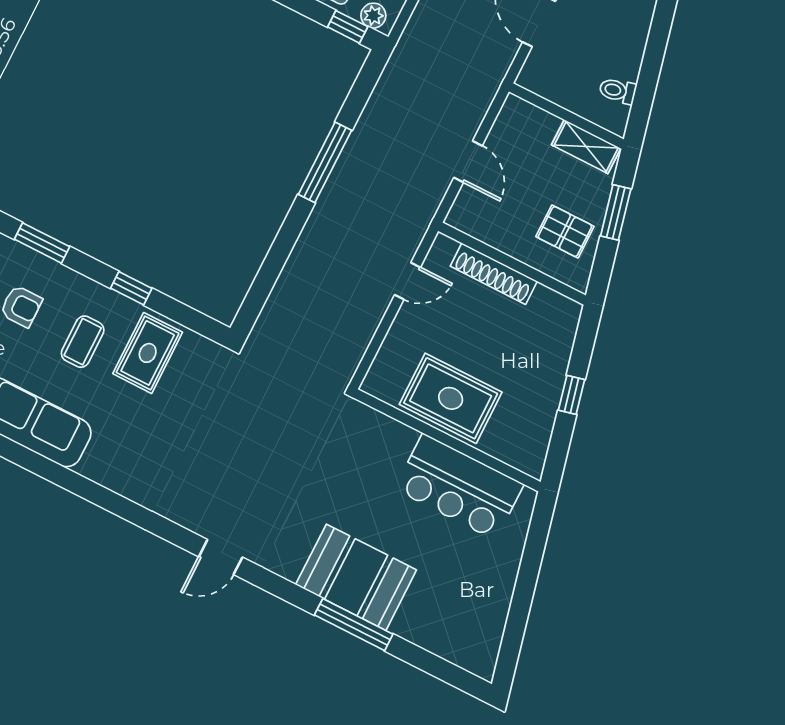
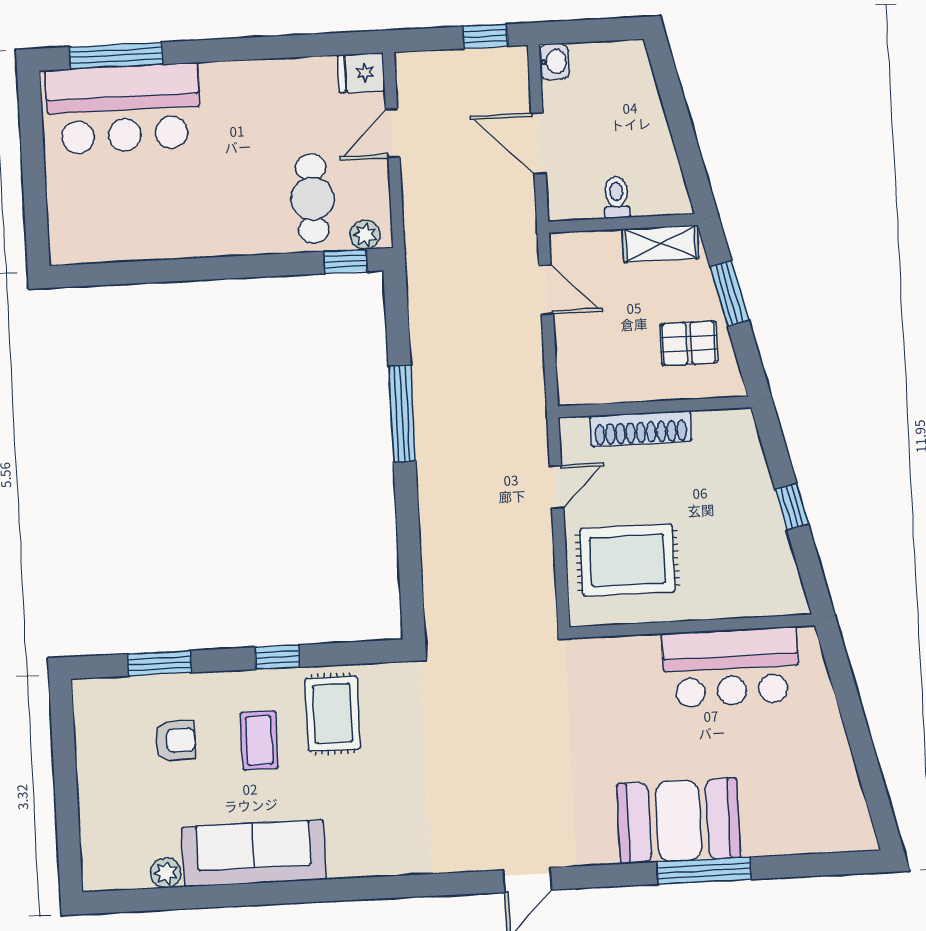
toilet: (618, 91) -> (616, 197), moved, turned 103
door: (468, 162) -> (546, 290), moved
rug: (451, 398) -> (628, 560), moved

